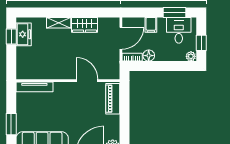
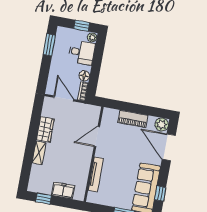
filing cabinet: (151, 25) -> (57, 69), removed
desk: (179, 30) -> (82, 52), moved, turned 180
freezer: (24, 34) -> (63, 190), moved
tv unit: (34, 87) -> (96, 174), moved
piano: (113, 99) -> (133, 119), moved

